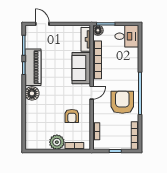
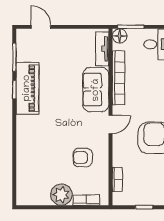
floor lamp: (32, 93) -> (26, 125), removed
armchair: (72, 116) -> (83, 157), turned 90

